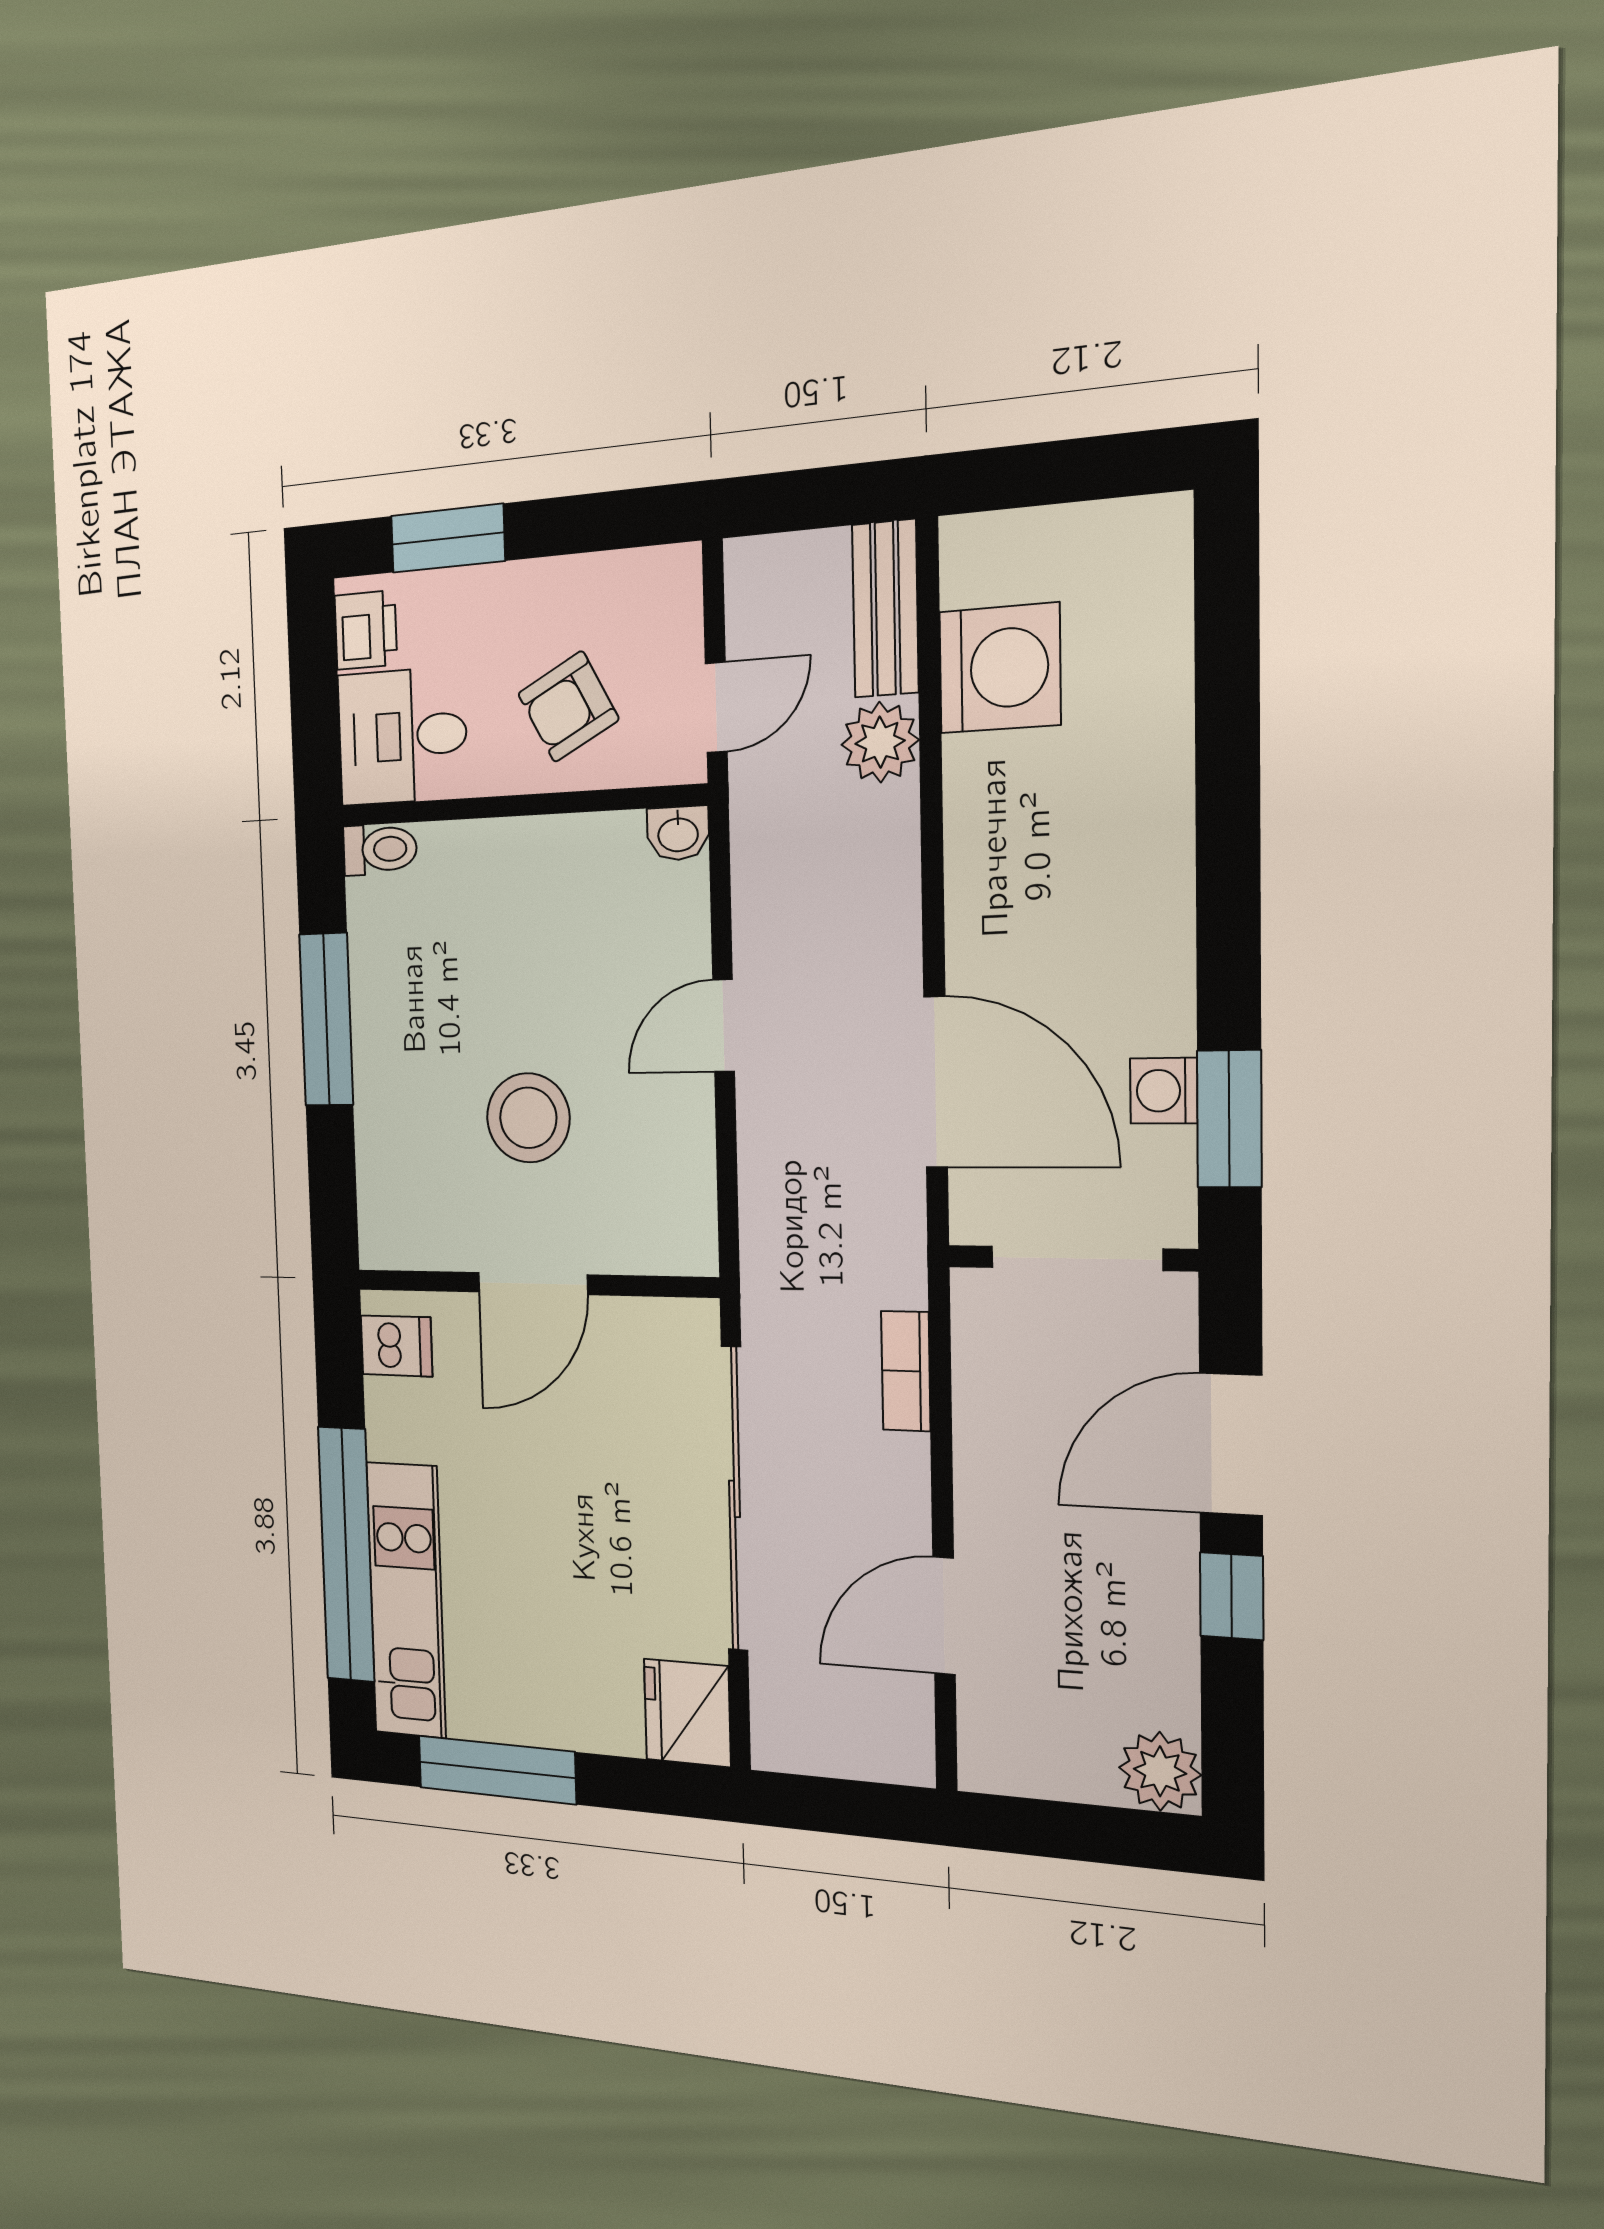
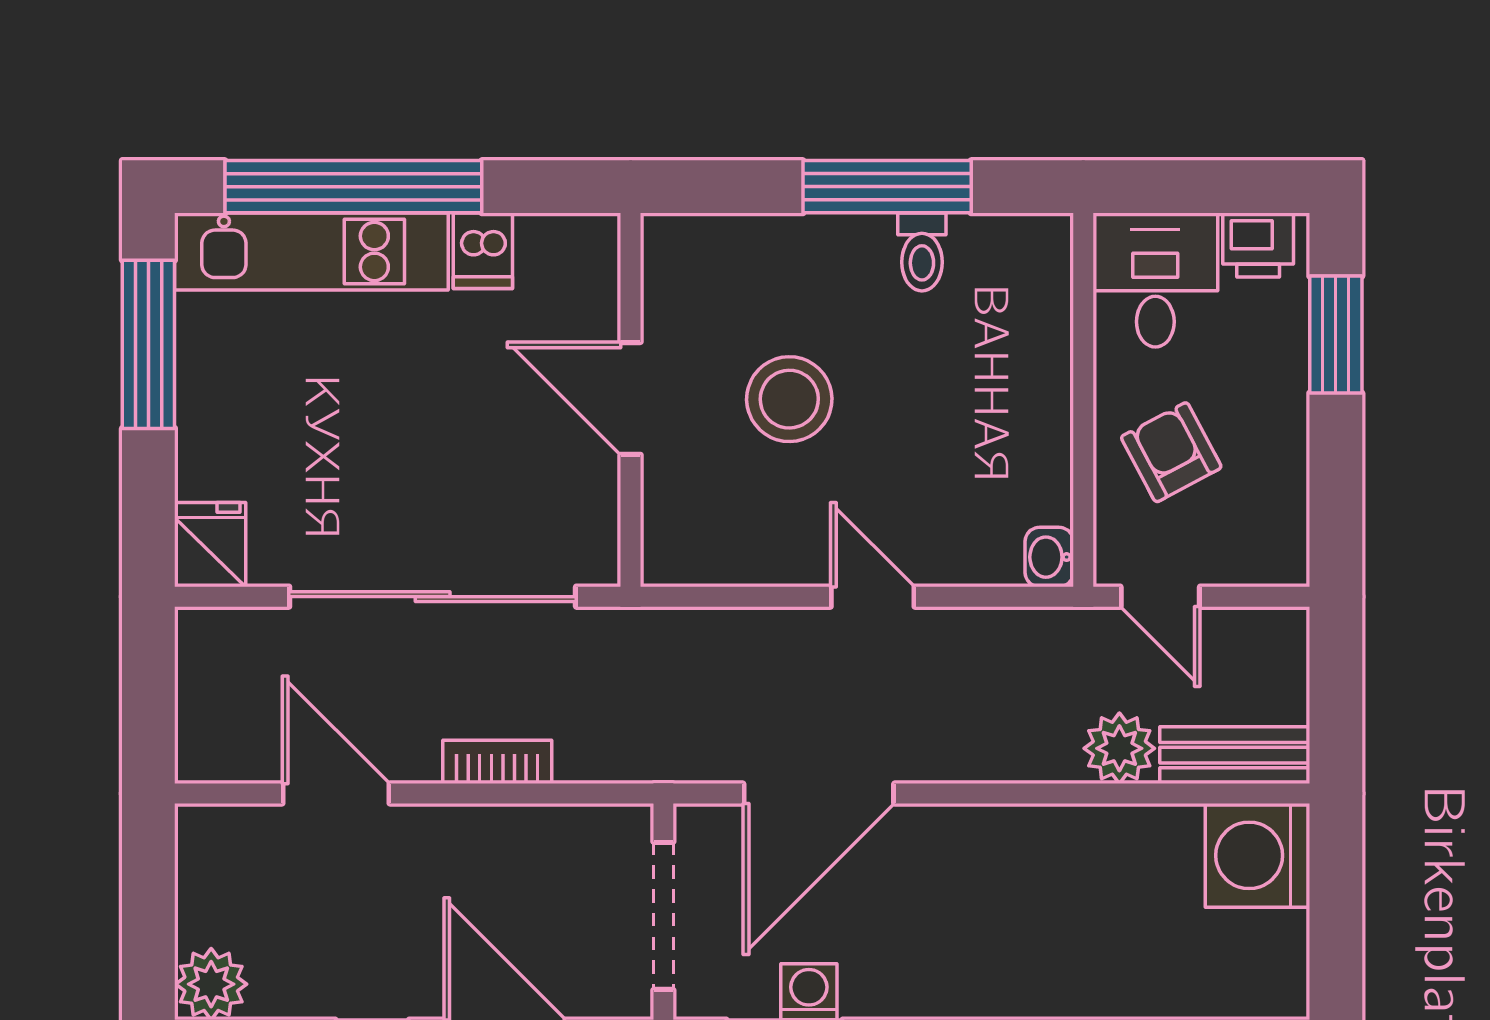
washing machine: (1000, 668) -> (1257, 855), moved, turned 90
toilet: (380, 849) -> (922, 252), moved
dishwasher: (396, 1346) -> (483, 251), moved
bookcase: (906, 1371) -> (497, 762), moved
fridge: (687, 1713) -> (210, 545), width x0.72

